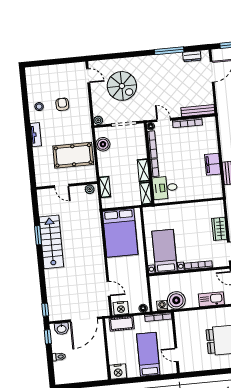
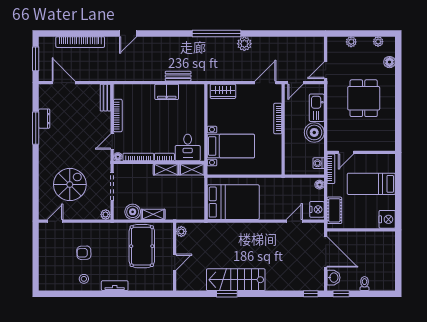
dresser: (192, 56) -> (44, 119), moved
bench: (198, 111) -> (105, 98), width x0.73
shelving: (105, 187) -> (153, 214), moved
wardrobe: (219, 229) -> (223, 91), moved
bed with nightstands: (164, 251) -> (231, 146), moved, turned 180
boiler: (176, 300) -> (314, 132), moved
door: (177, 355) -> (346, 152), moved

